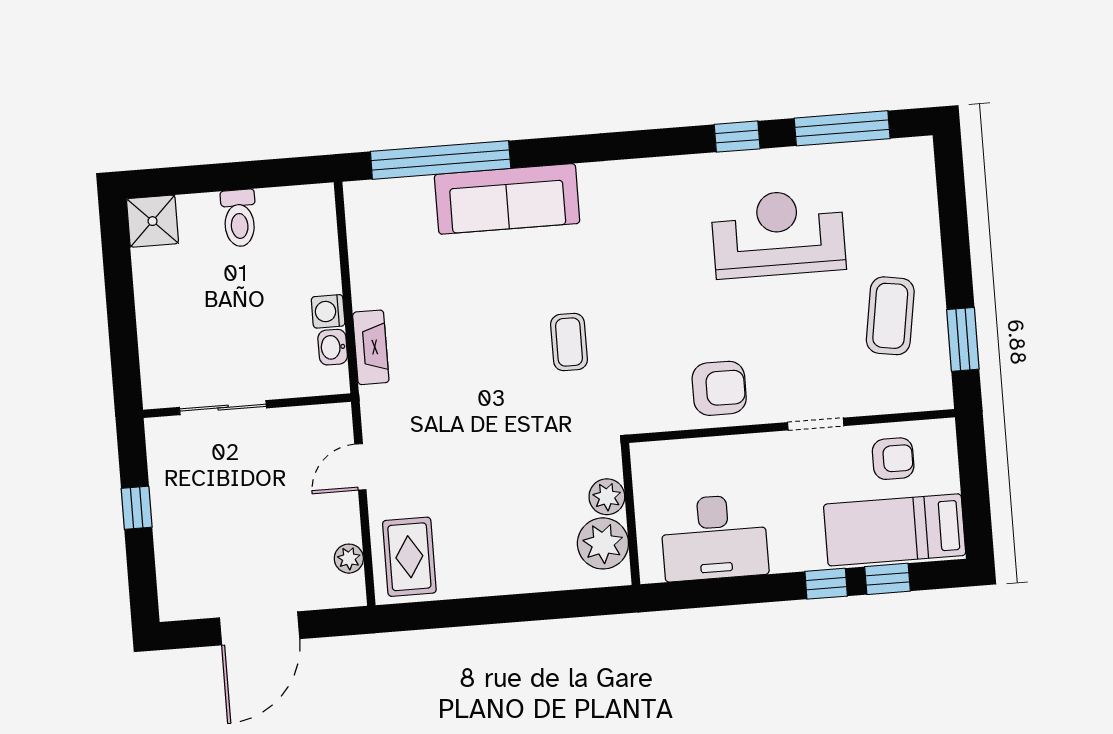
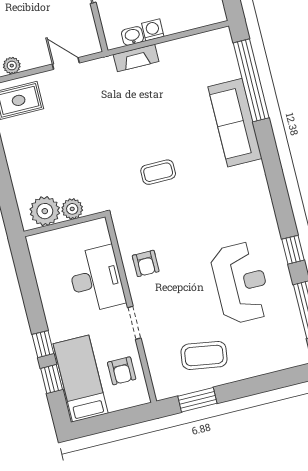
armchair: (719, 388) -> (146, 263), width x0.72, depth x0.72
desk: (714, 537) -> (96, 279), moved, turned 180

